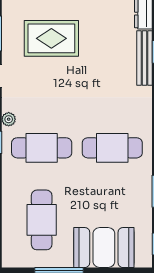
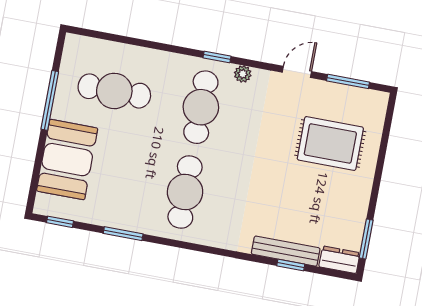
rug: (51, 38) -> (330, 143), turned 90

